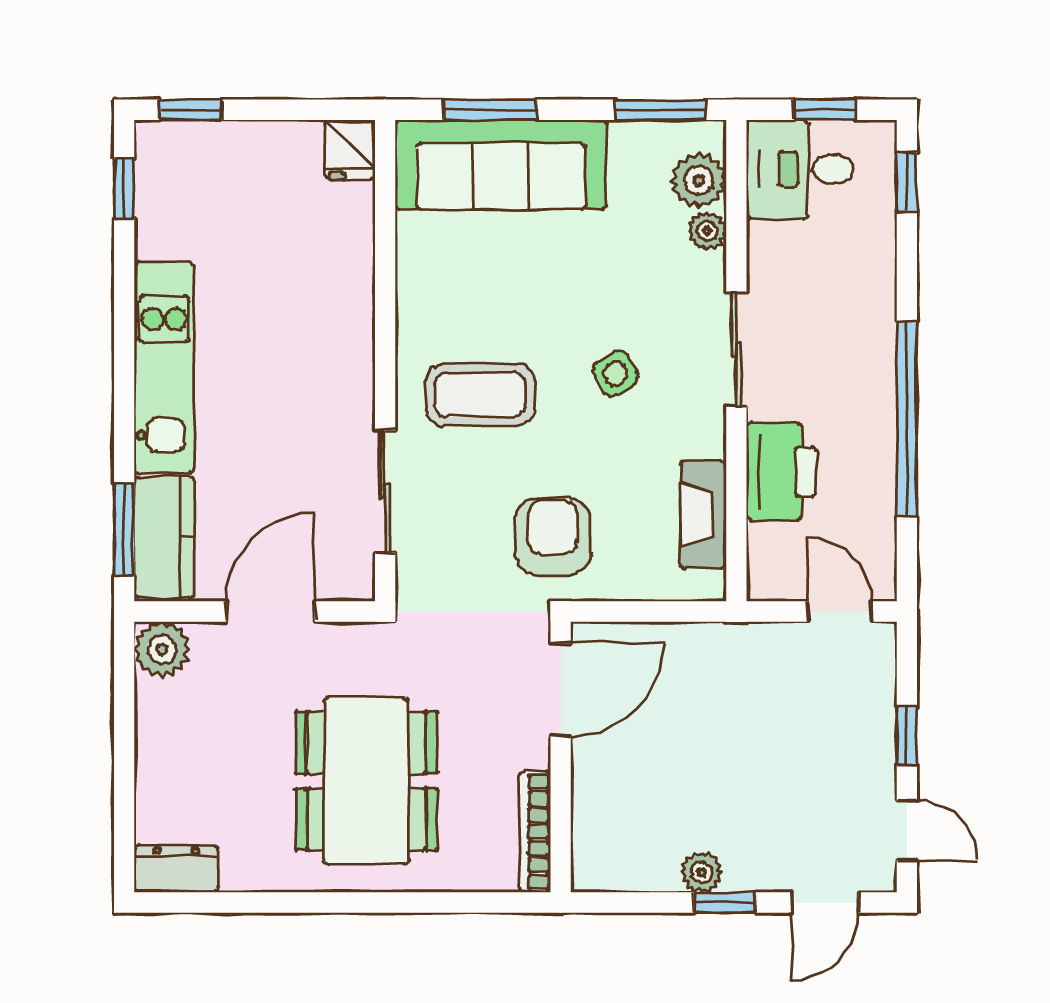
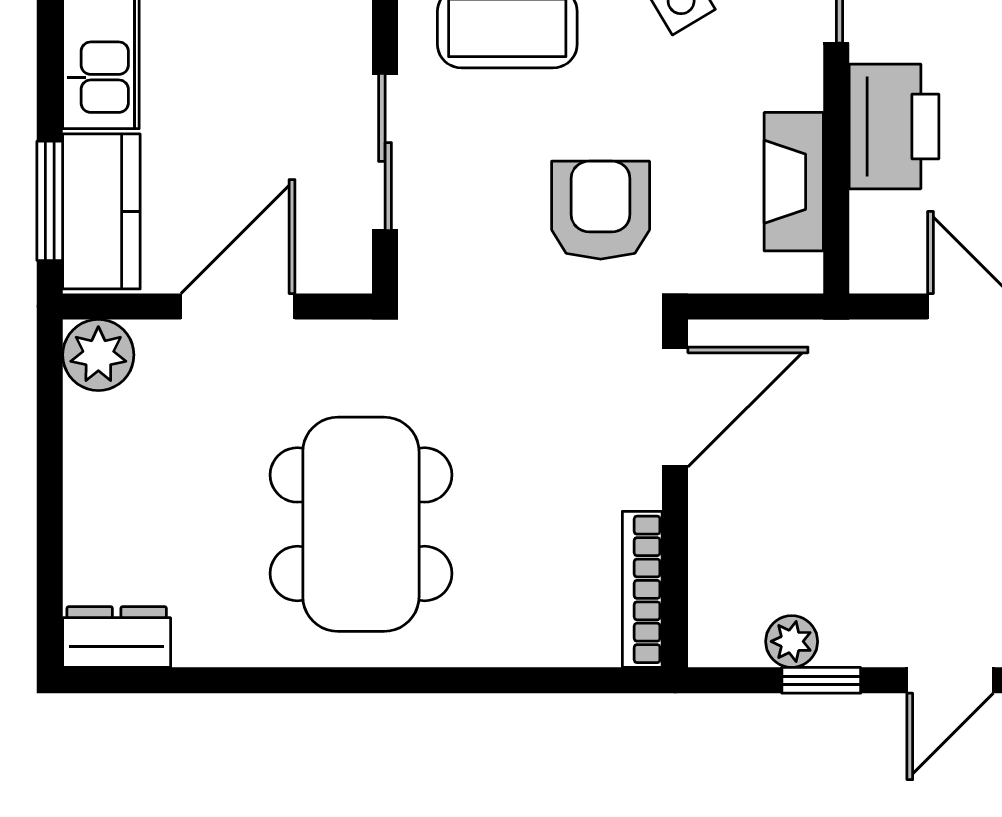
door: (561, 690) -> (675, 407), moved
wall: (561, 757) -> (675, 493), moved
bookcase: (535, 832) -> (642, 589), moved

